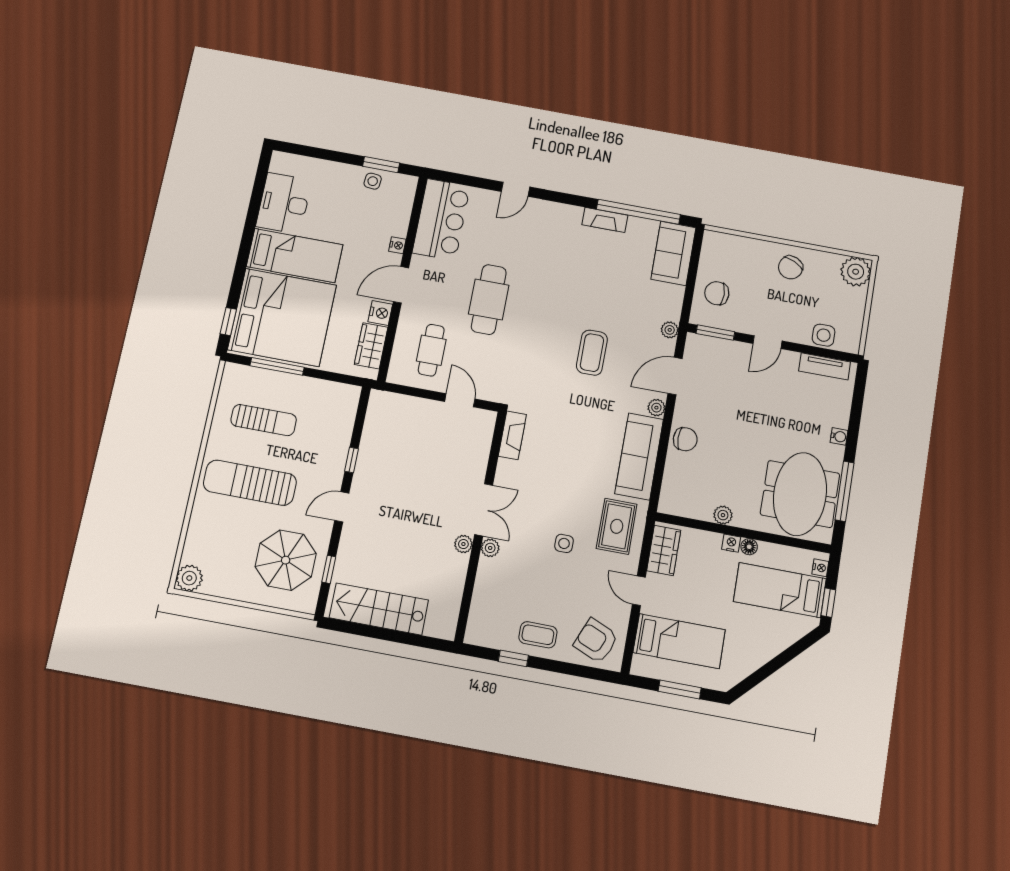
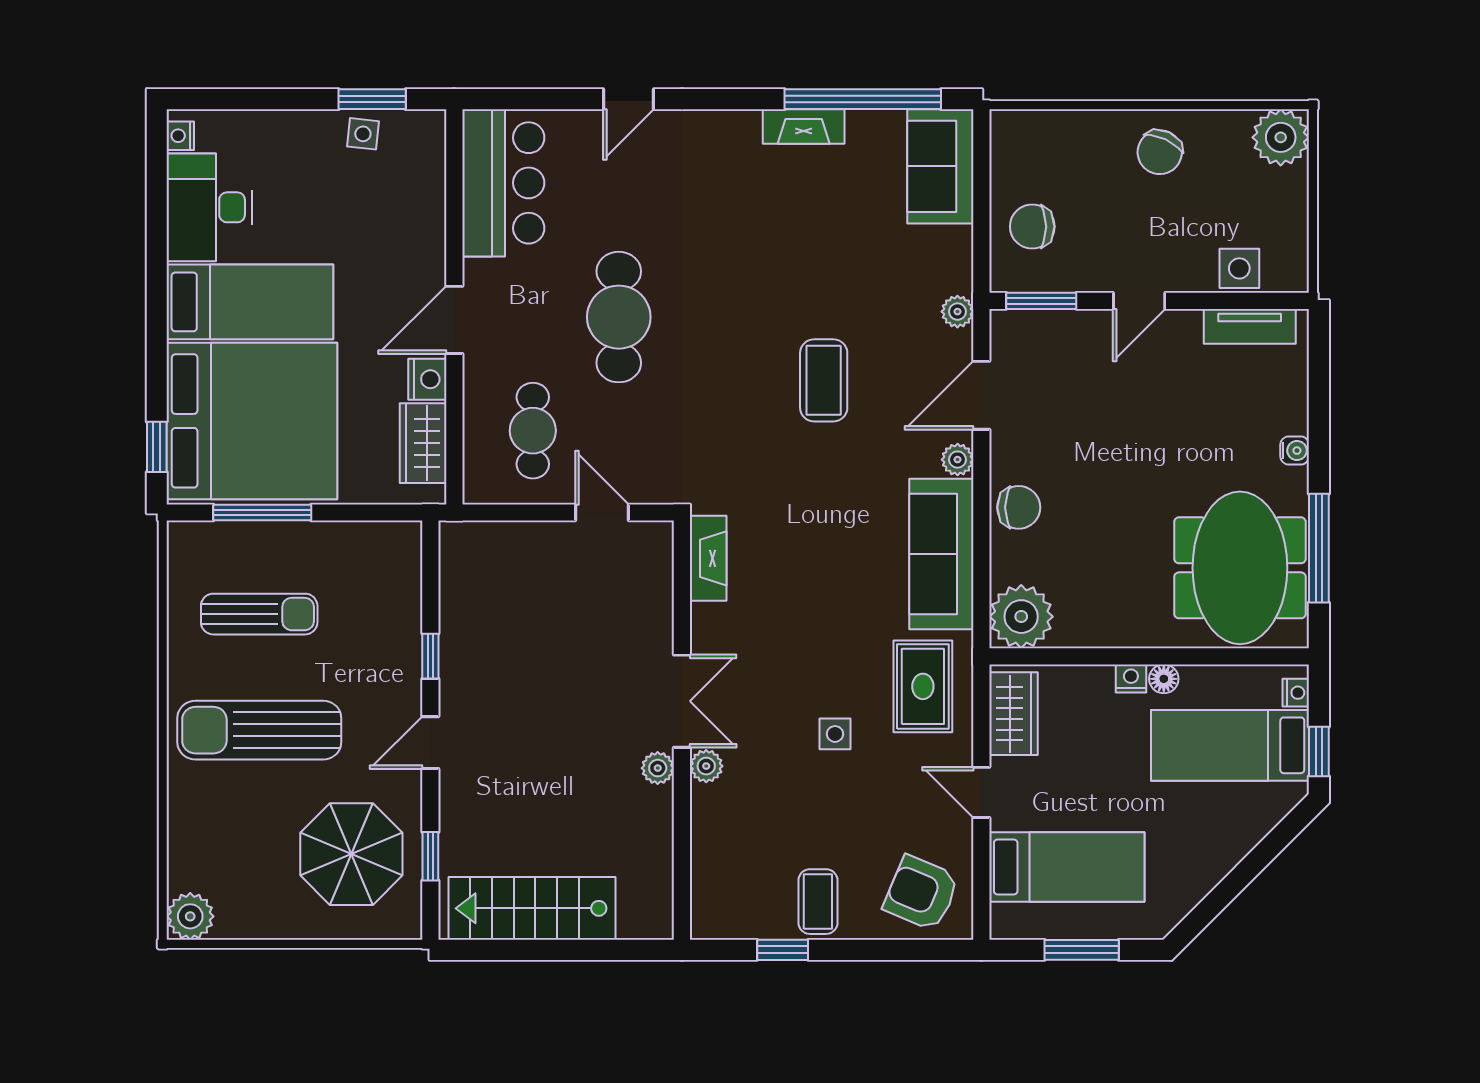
nightstand: (397, 245) -> (180, 136), moved, turned 180
plant: (723, 515) -> (1021, 617), moved, width x1.87, depth x1.87
coffee table: (538, 635) -> (818, 902), turned 90

